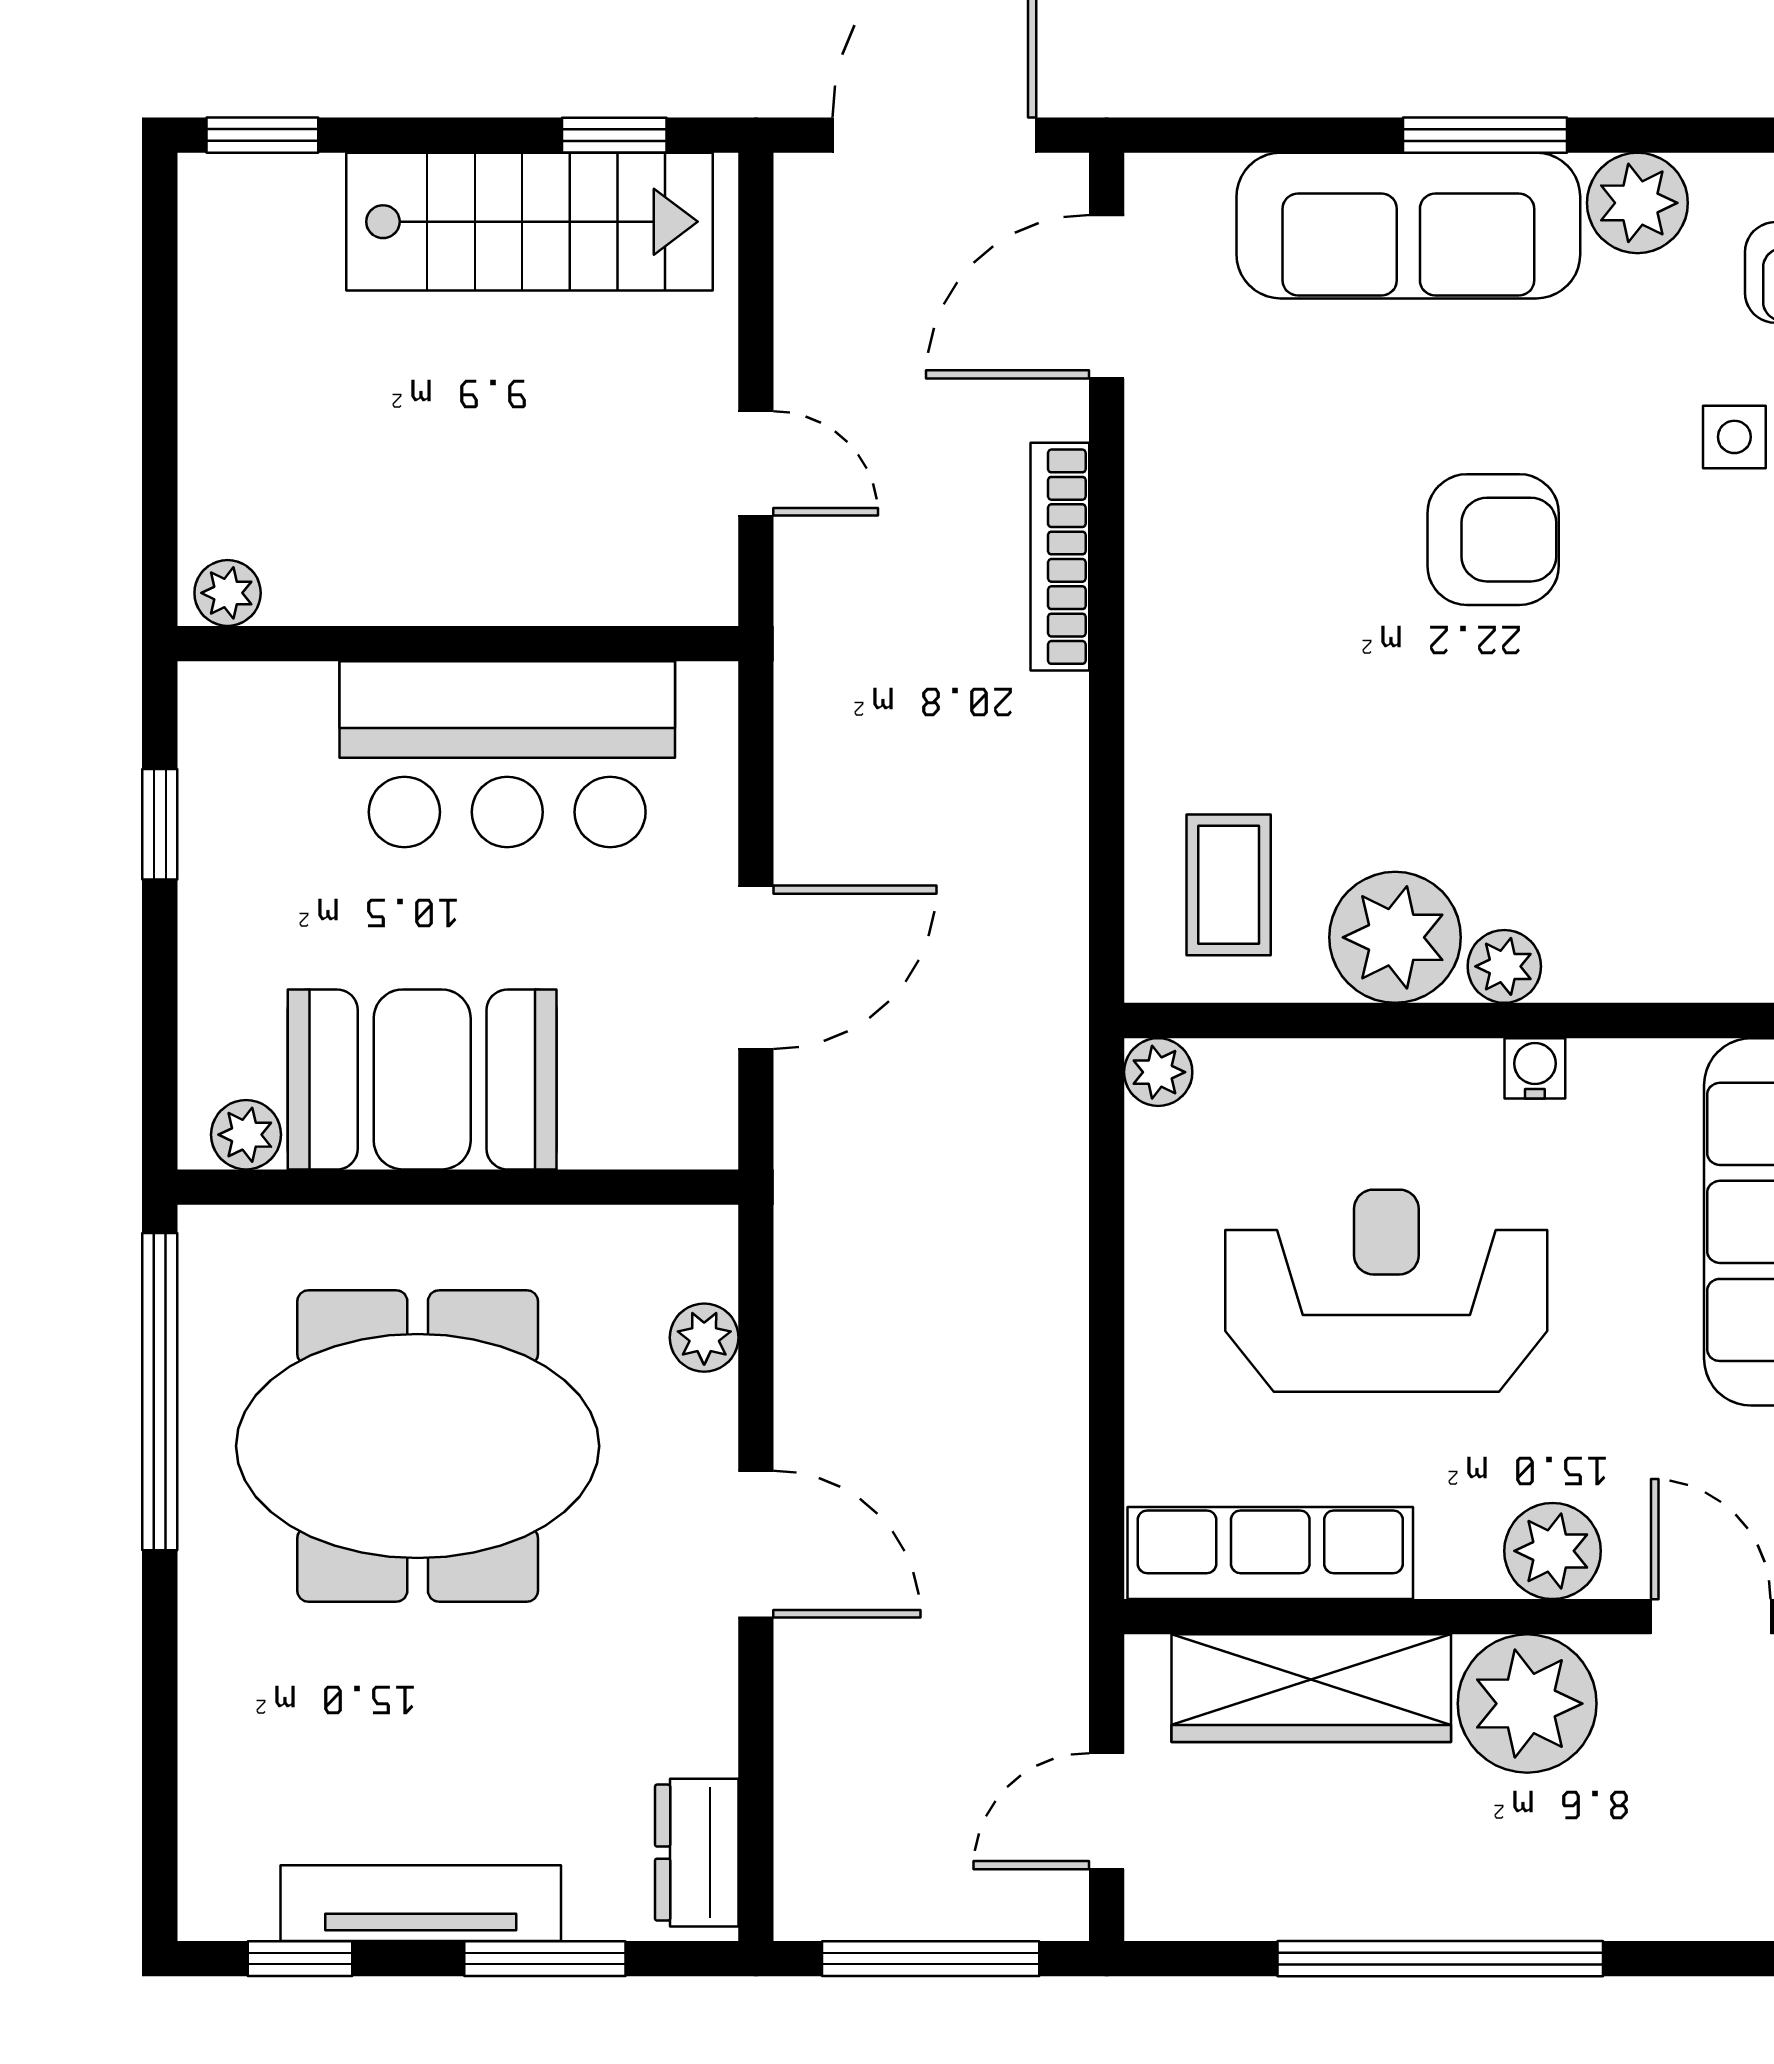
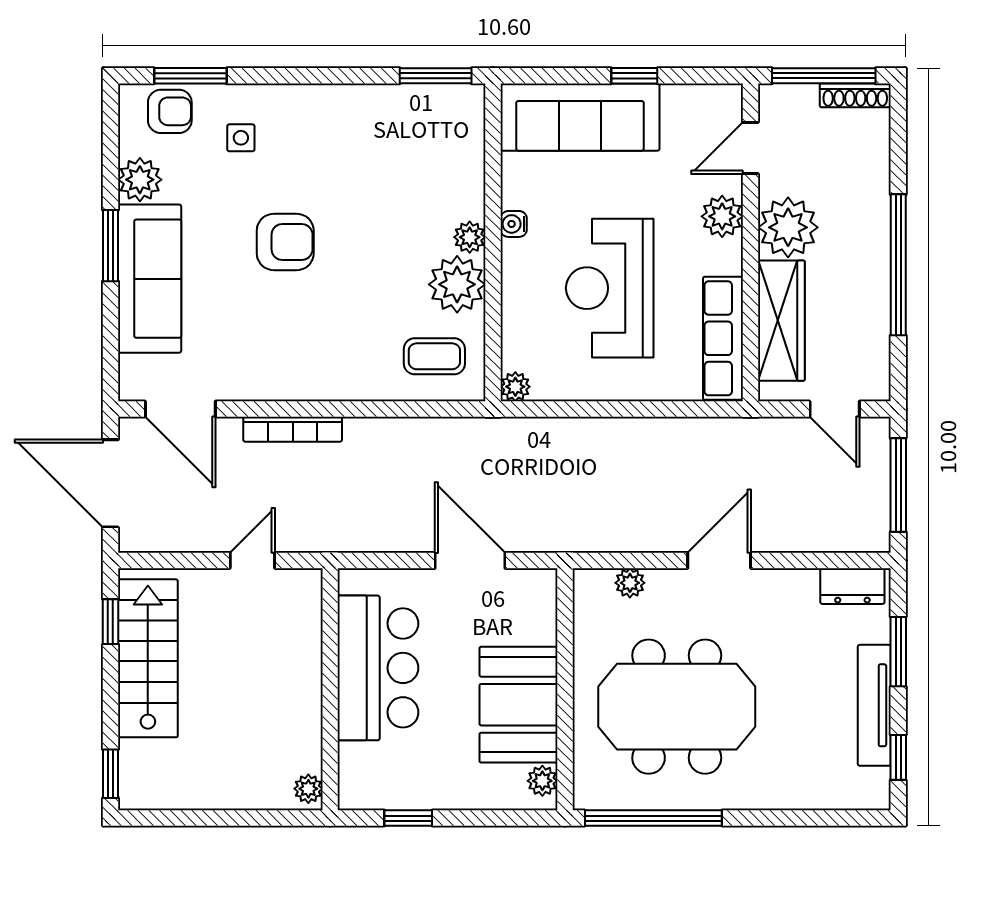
armchair: (1493, 540) -> (285, 242), turned 90
meeting table: (418, 1446) -> (677, 707), turned 90

